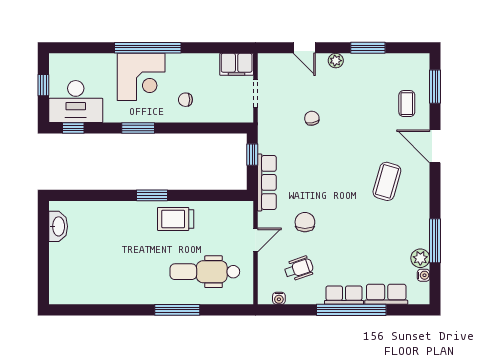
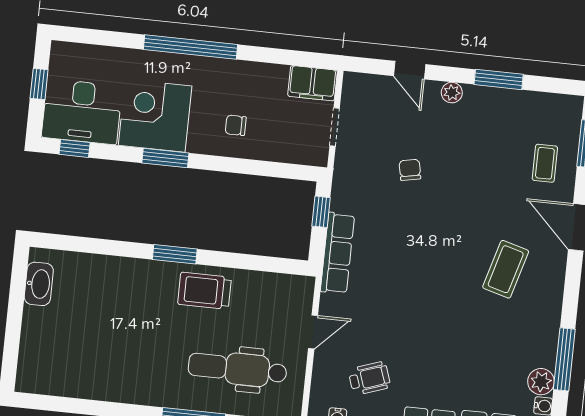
corner desk: (141, 77) -> (155, 116), moved, turned 180
chair: (305, 222) -> (385, 314), removed

